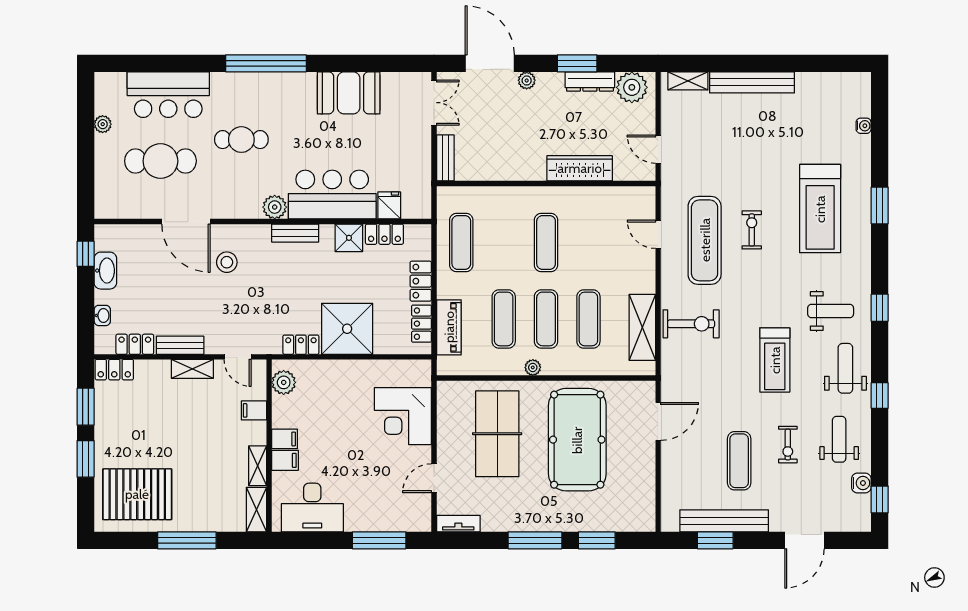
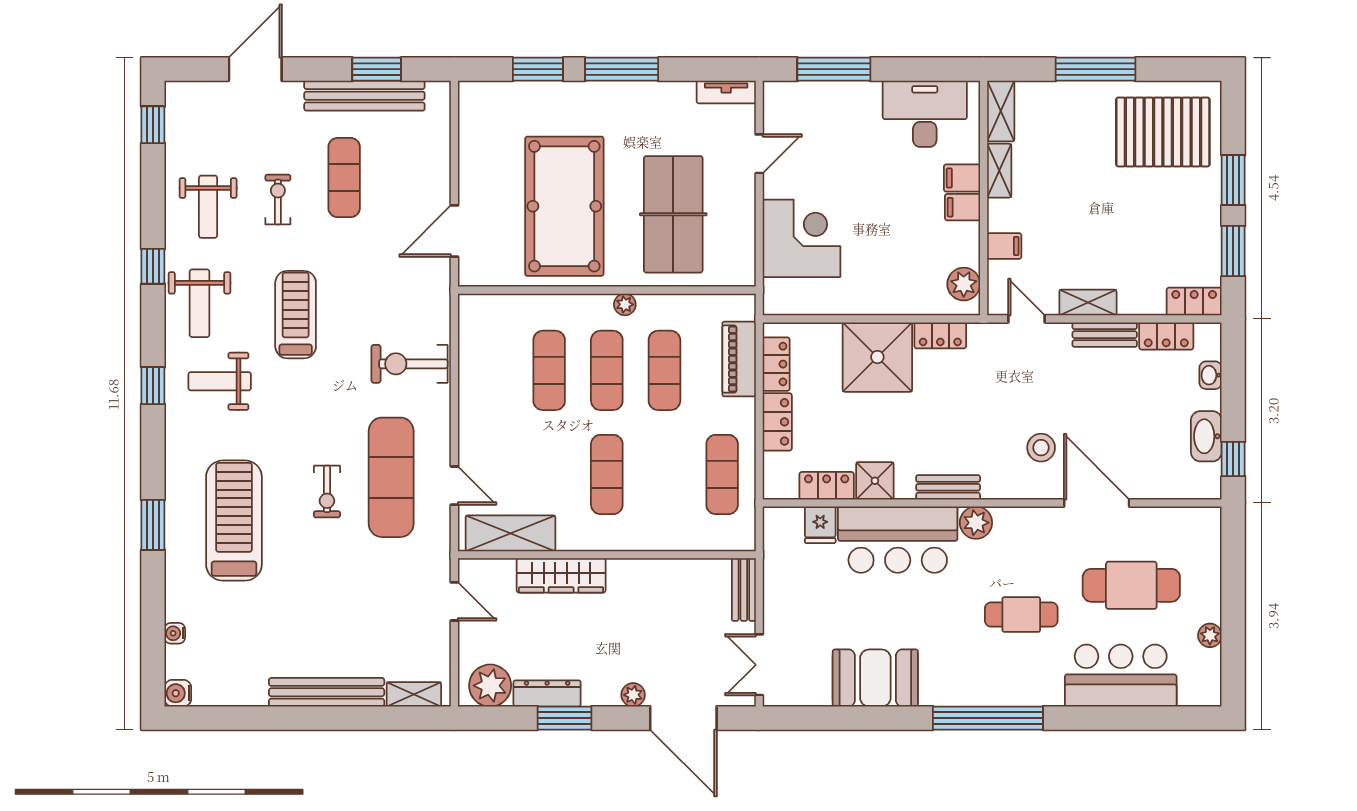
shelving: (642, 327) -> (510, 533), moved, turned 90
water cooler: (861, 483) -> (178, 693), moved

